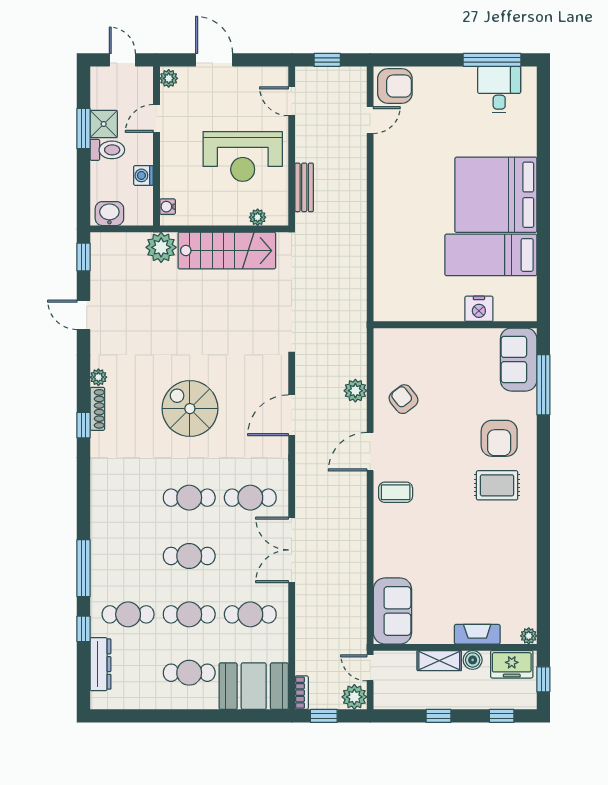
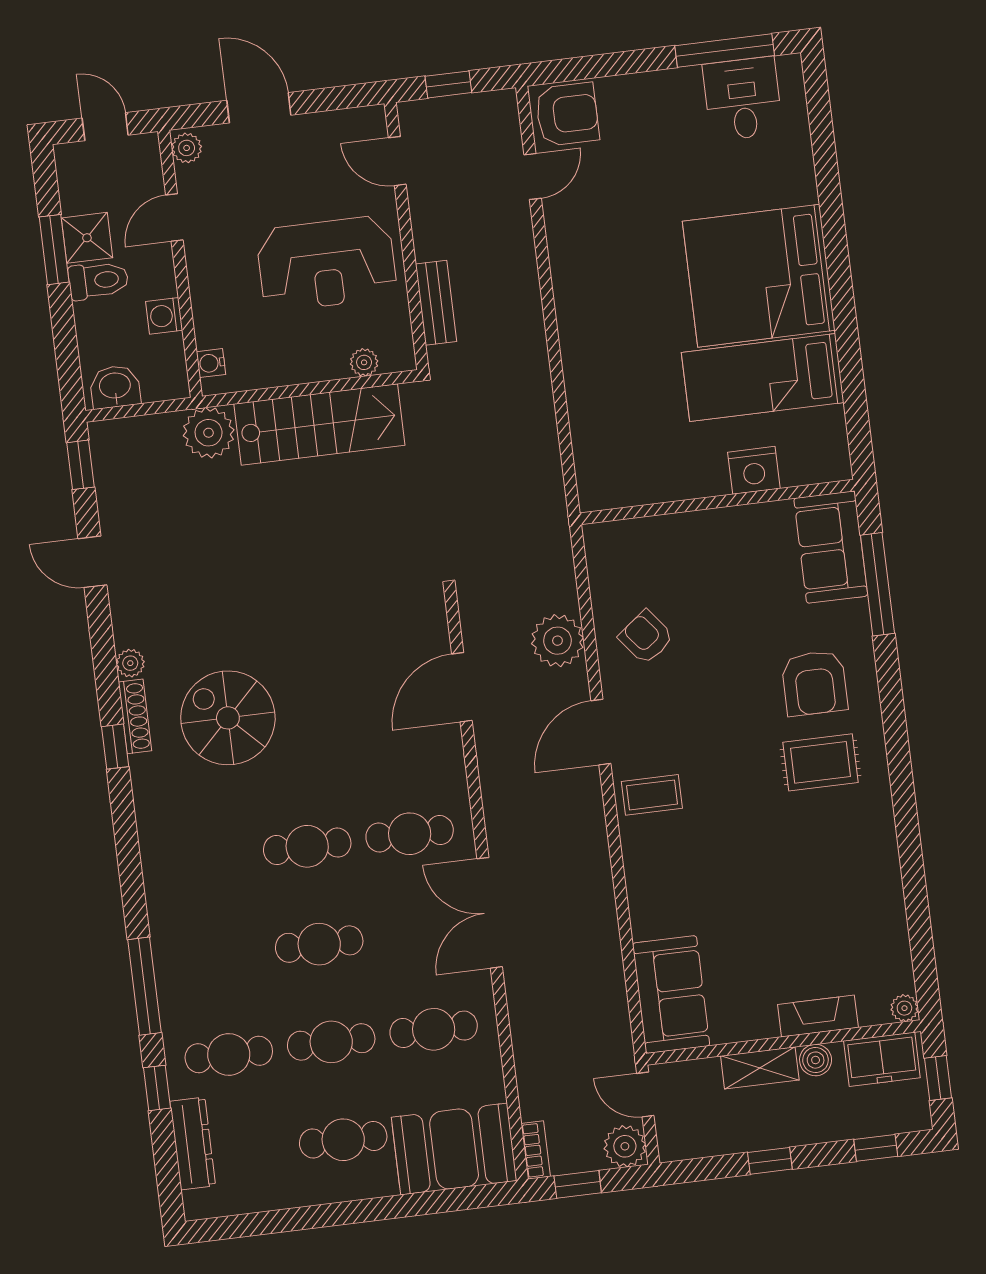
plant: (355, 391) -> (557, 641), width x1.36, depth x1.36
spiral stairs: (190, 409) -> (228, 718), moved

